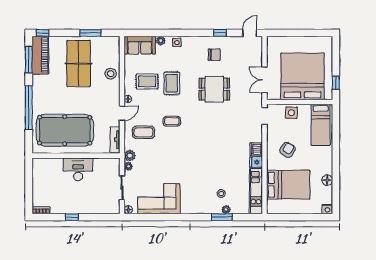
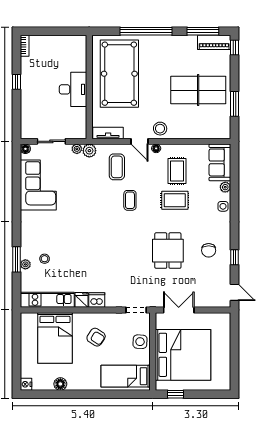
piano: (40, 55) -> (214, 42), width x0.73, depth x0.75
stool: (111, 74) -> (160, 129), moved

